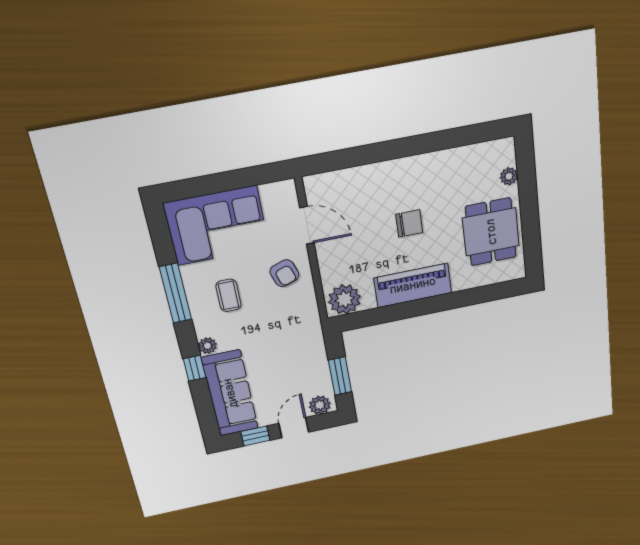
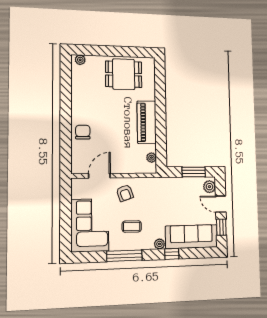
plant: (509, 176) -> (80, 60), moved
chair: (409, 223) -> (83, 132), moved
armchair: (284, 273) -> (125, 193), turned 90
plant: (344, 299) -> (151, 158), width x0.53, depth x0.53

